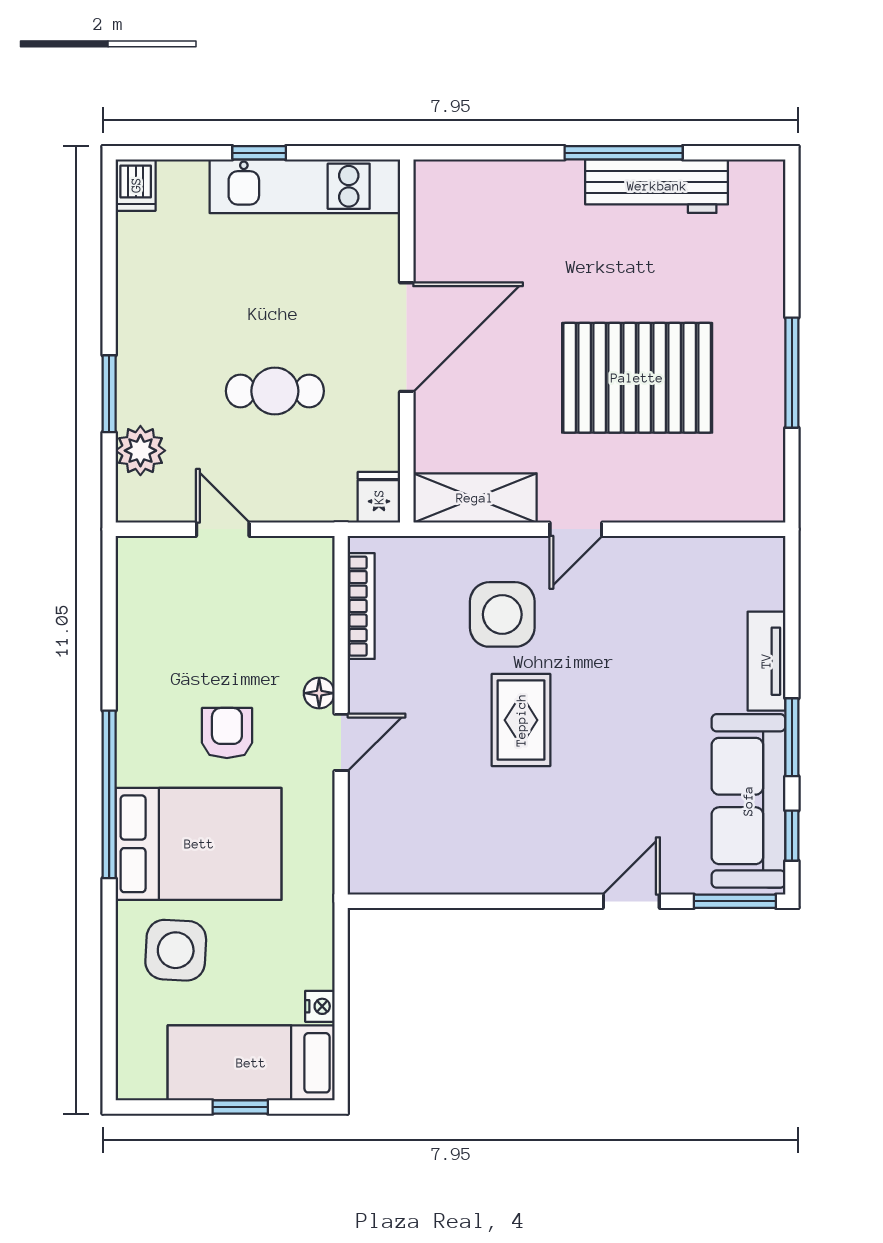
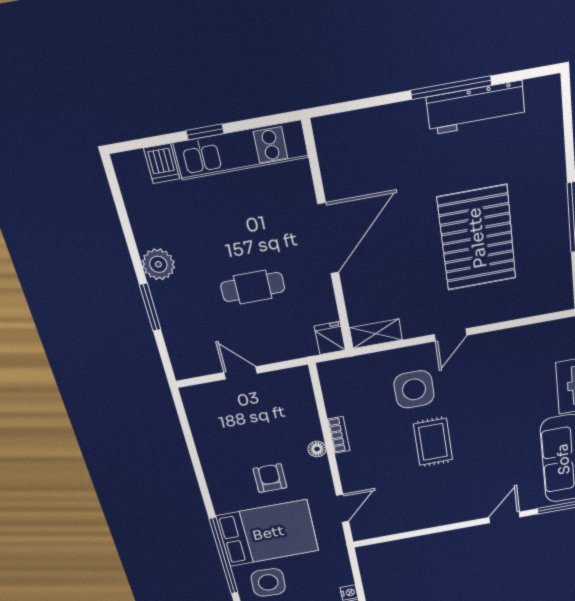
dishwasher: (136, 185) -> (162, 164), moved
pallet: (637, 378) -> (477, 238), turned 90
plant: (140, 451) -> (158, 264), moved
shelving: (475, 498) -> (376, 334), width x0.67, depth x0.75
bookcase: (361, 606) -> (339, 435), moved, width x0.64
door: (341, 742) -> (342, 508), moved
window: (109, 794) -> (224, 556), moved

